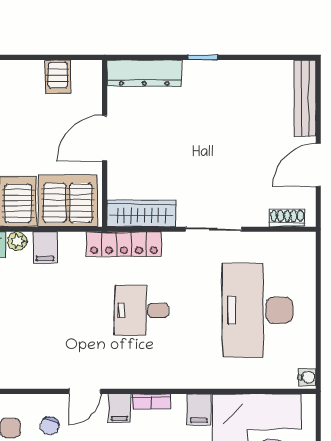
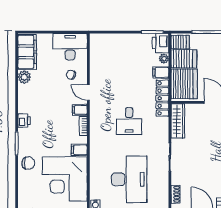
locker: (124, 244) -> (162, 98), moved
desk: (141, 310) -> (129, 121), turned 180
desk: (257, 310) -> (129, 179), turned 90

